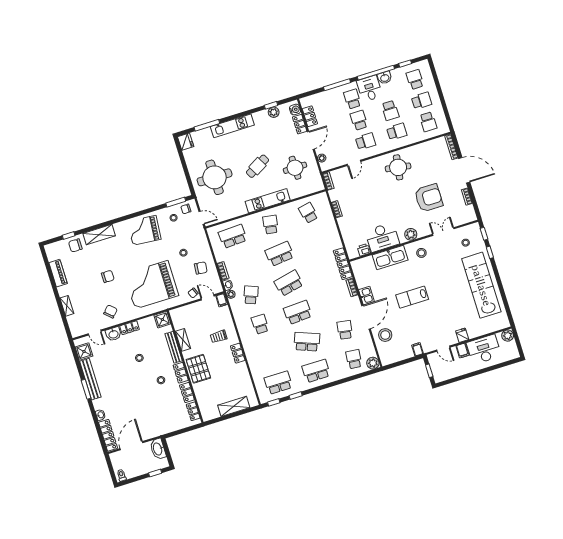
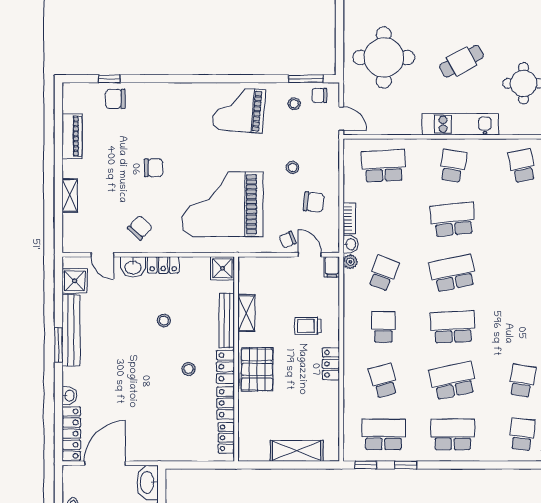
shelving: (99, 235) -> (161, 93), removed
school desk: (307, 342) -> (453, 381), turned -33
school desk: (269, 353) -> (383, 381), added

